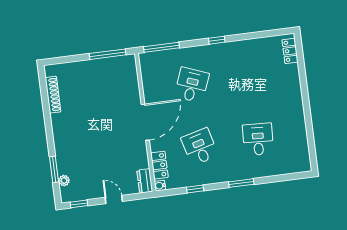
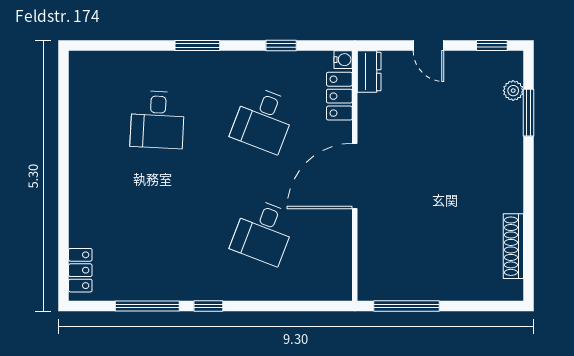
window: (161, 47) -> (147, 306), moved
desk: (200, 147) -> (263, 120), turned 36

